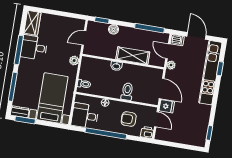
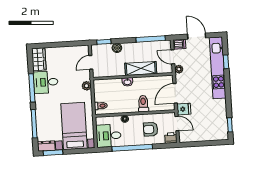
door: (162, 88) -> (175, 93), swing flipped

